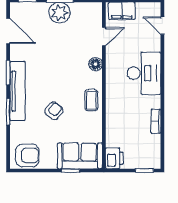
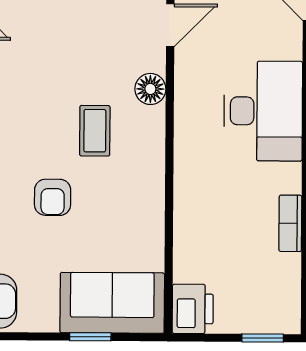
coffee table: (91, 100) -> (95, 131), moved
armchair: (54, 111) -> (53, 197), turned 141

